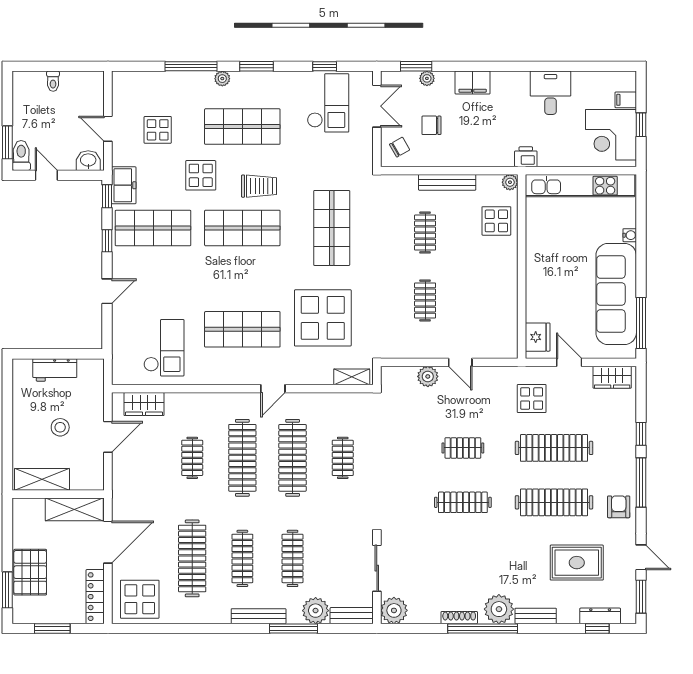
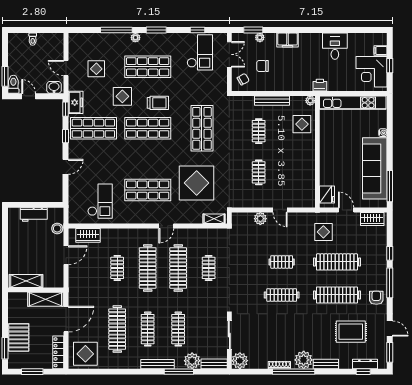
stool: (60, 427) -> (57, 228), moved

